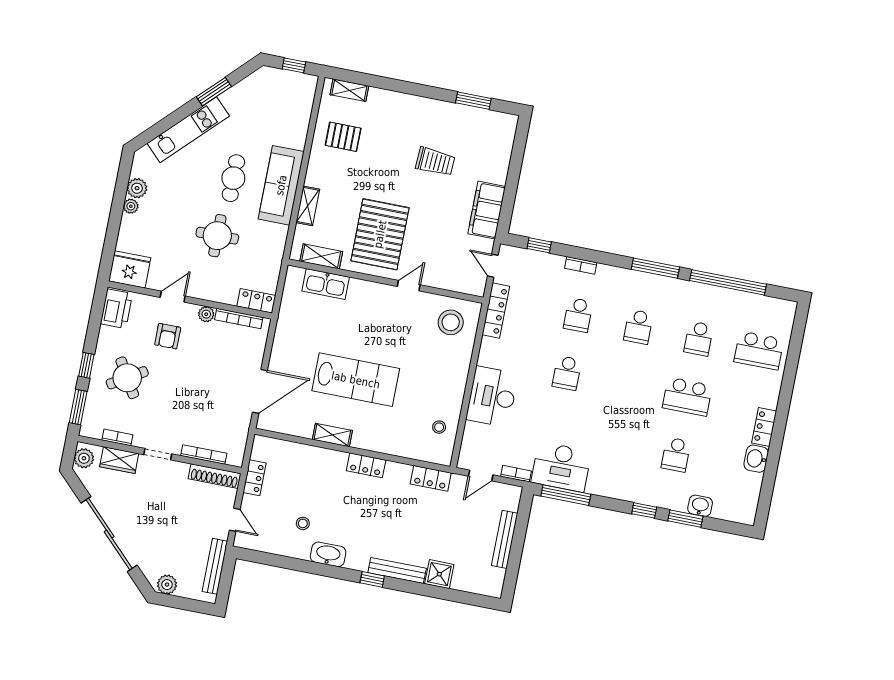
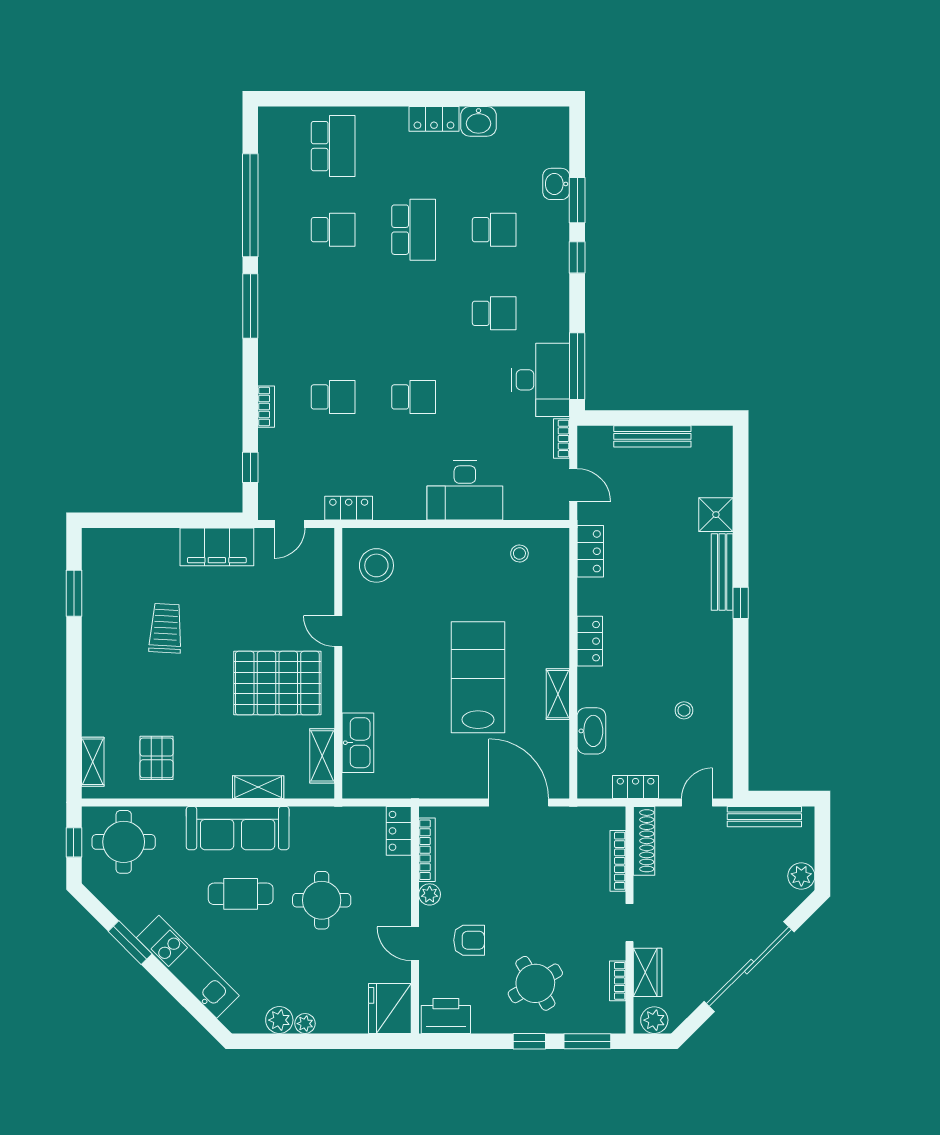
round table: (287, 101) -> (124, 842), added
locker: (496, 310) -> (349, 508), width x0.66
school desk: (638, 327) -> (494, 313), moved
washbasin: (328, 554) -> (591, 731), moved, turned 180

